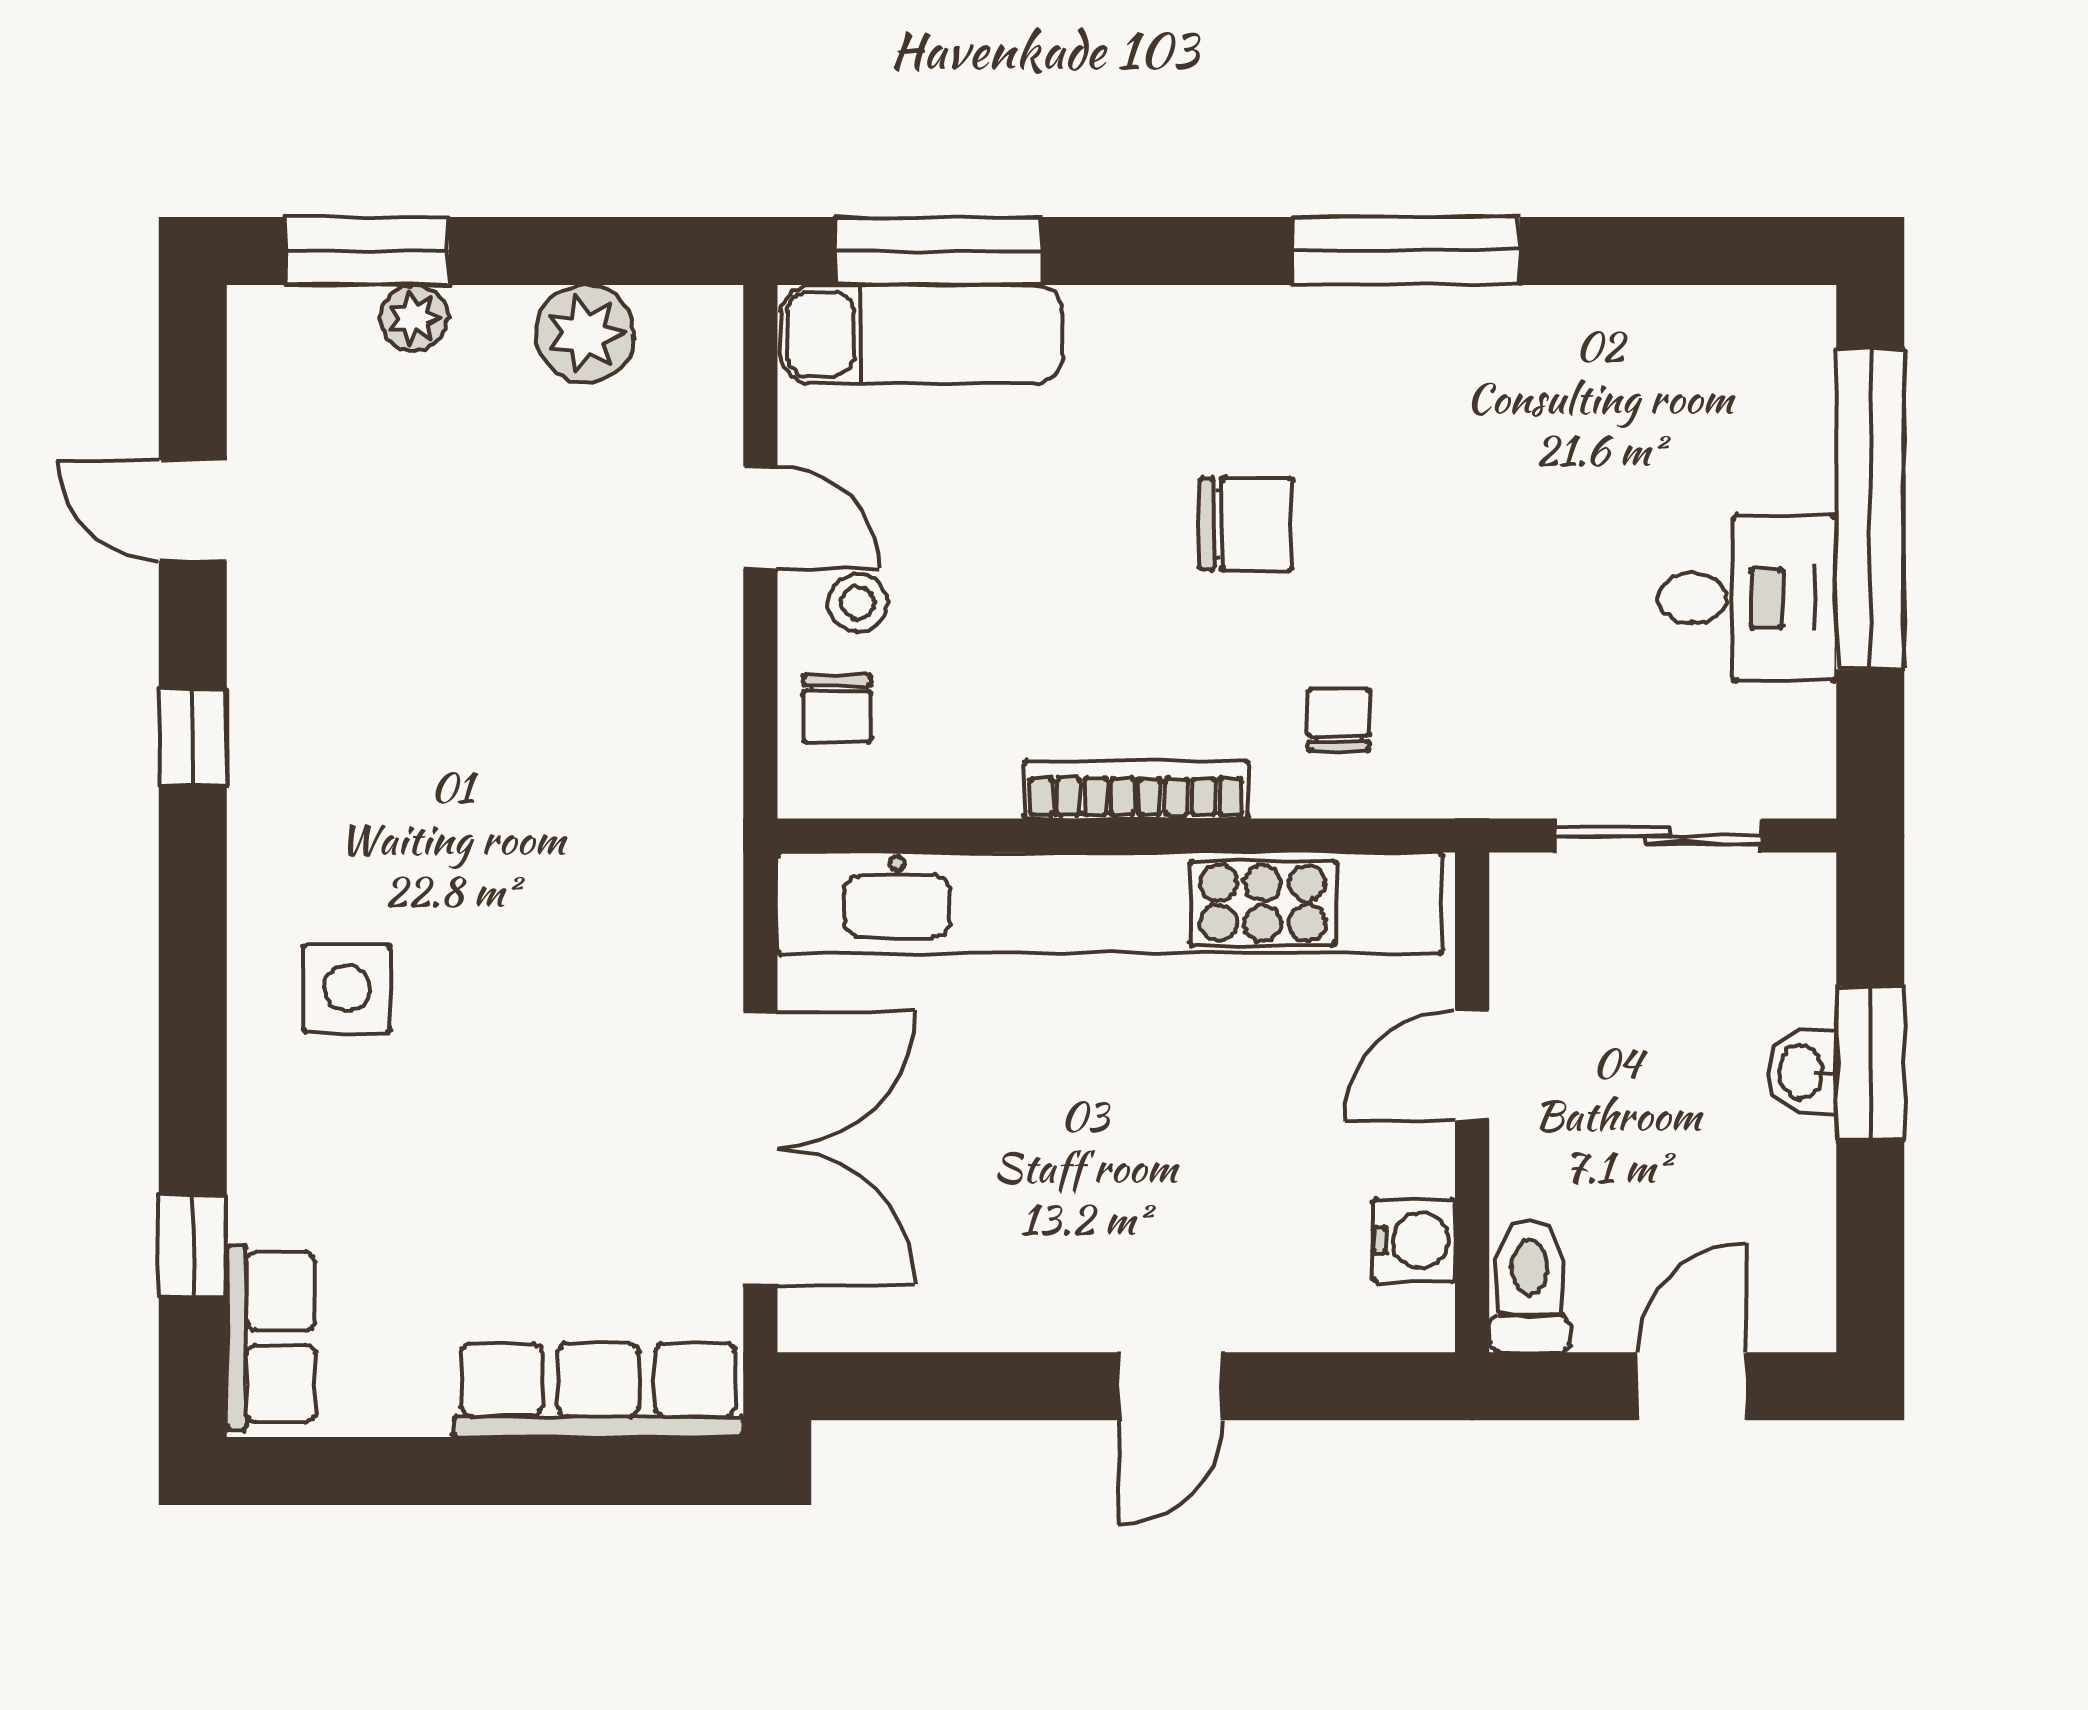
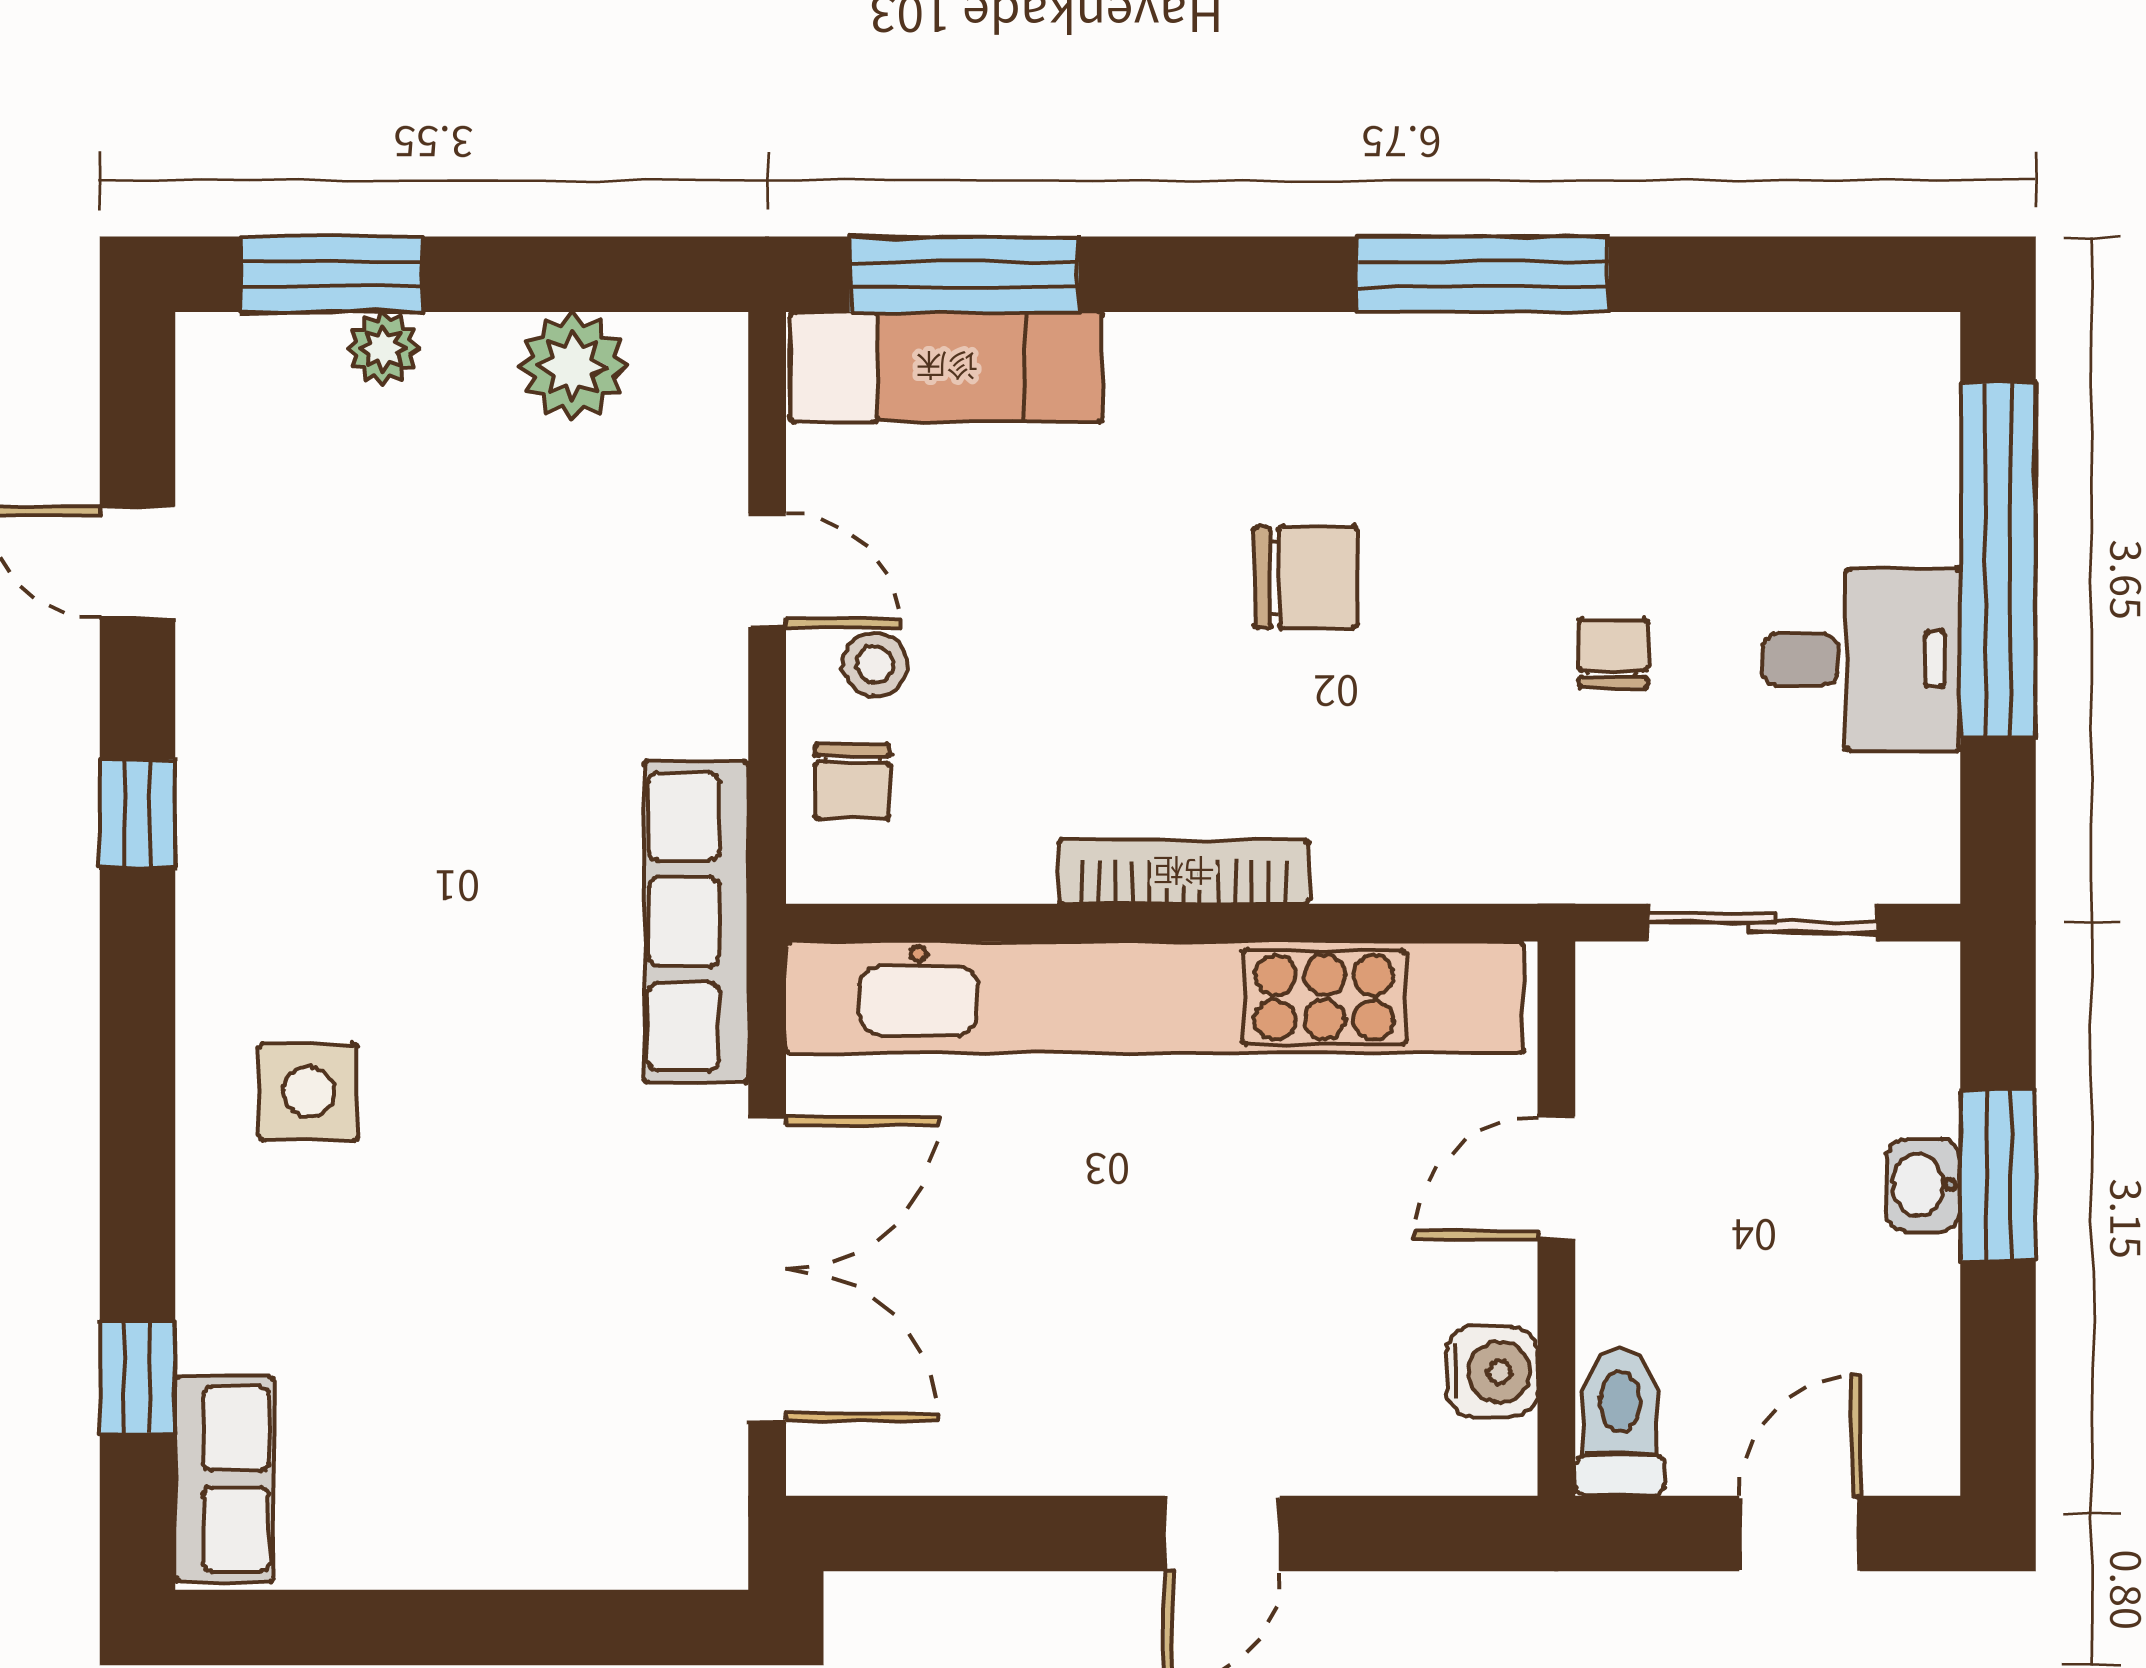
chair: (1339, 720) -> (1613, 653), moved
row of seats: (598, 1390) -> (696, 922), moved, turned -90

